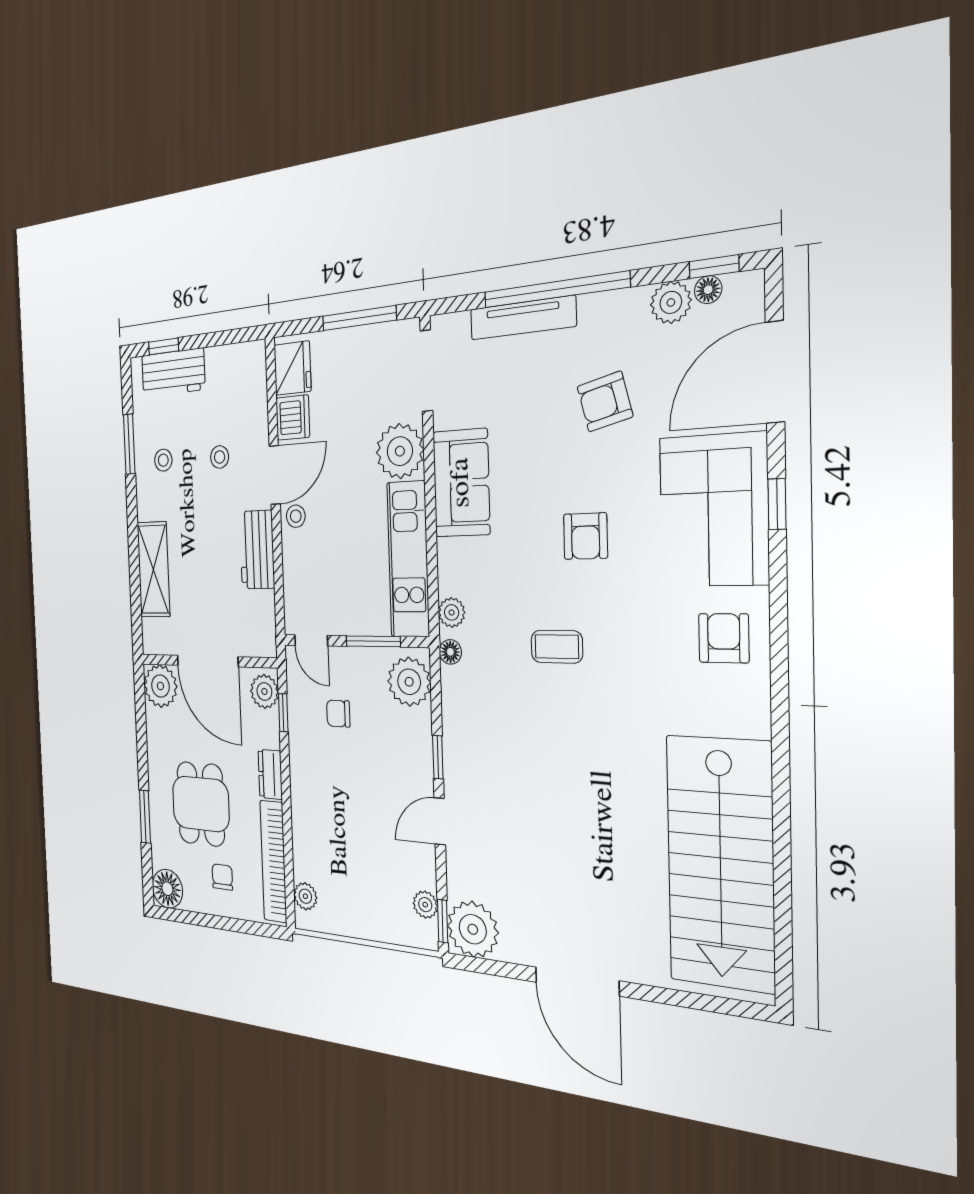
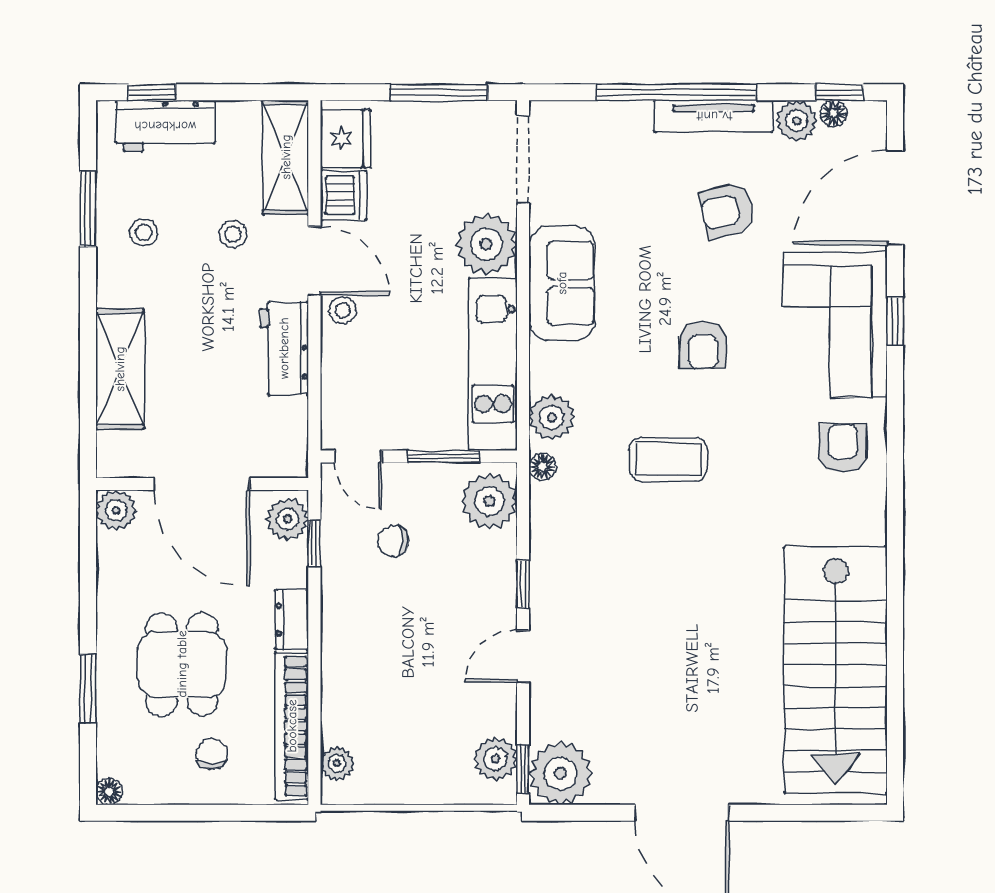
tv unit: (523, 318) -> (714, 116), moved
shelving: (252, 389) -> (286, 157), added
door: (275, 475) -> (314, 261), hinge flipped
plant: (452, 612) -> (552, 417), width x1.38, depth x1.38
coffee table: (557, 647) -> (668, 459), width x1.36, depth x1.30
plant: (160, 686) -> (116, 510), width x0.73, depth x0.73
floor lamp: (167, 889) -> (109, 791), width x0.53, depth x0.53
plant: (425, 905) -> (495, 759), width x1.38, depth x1.38

